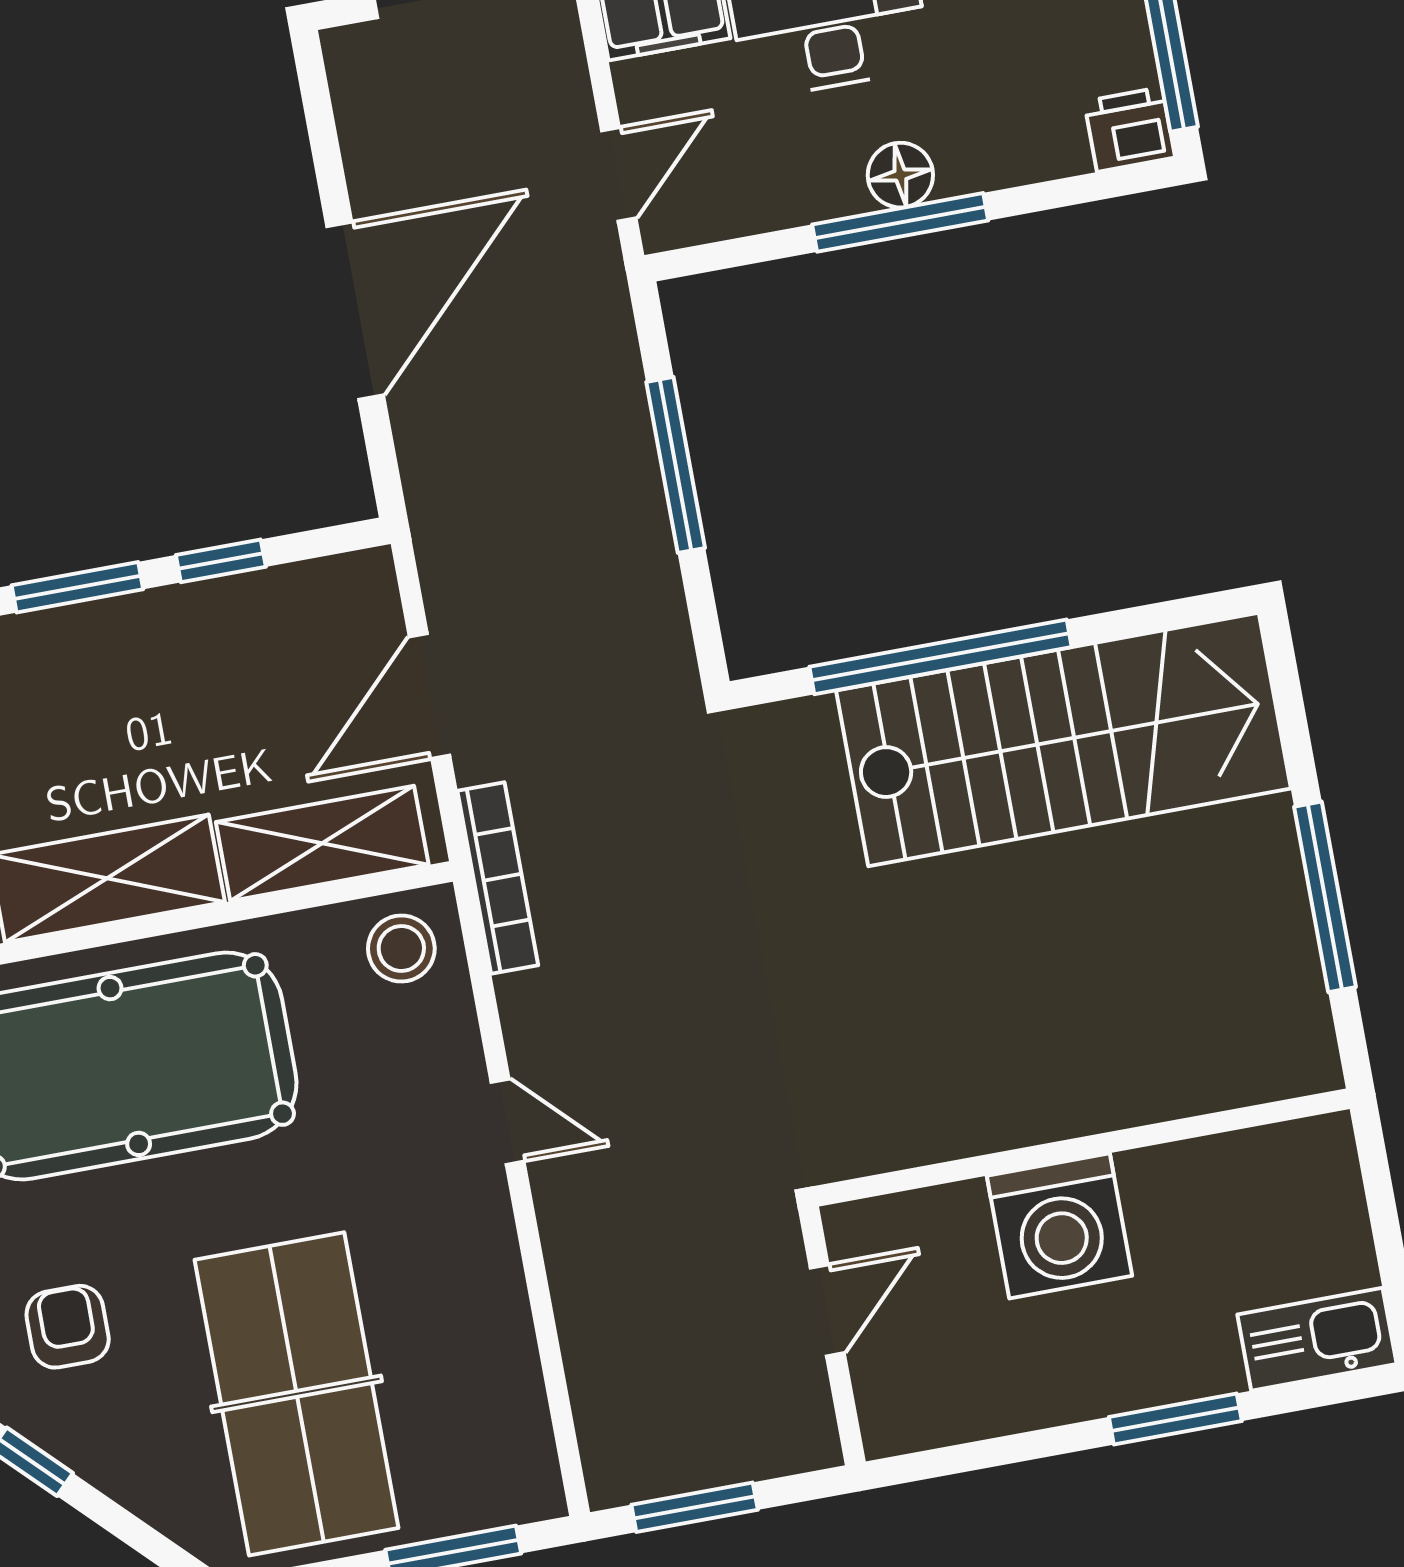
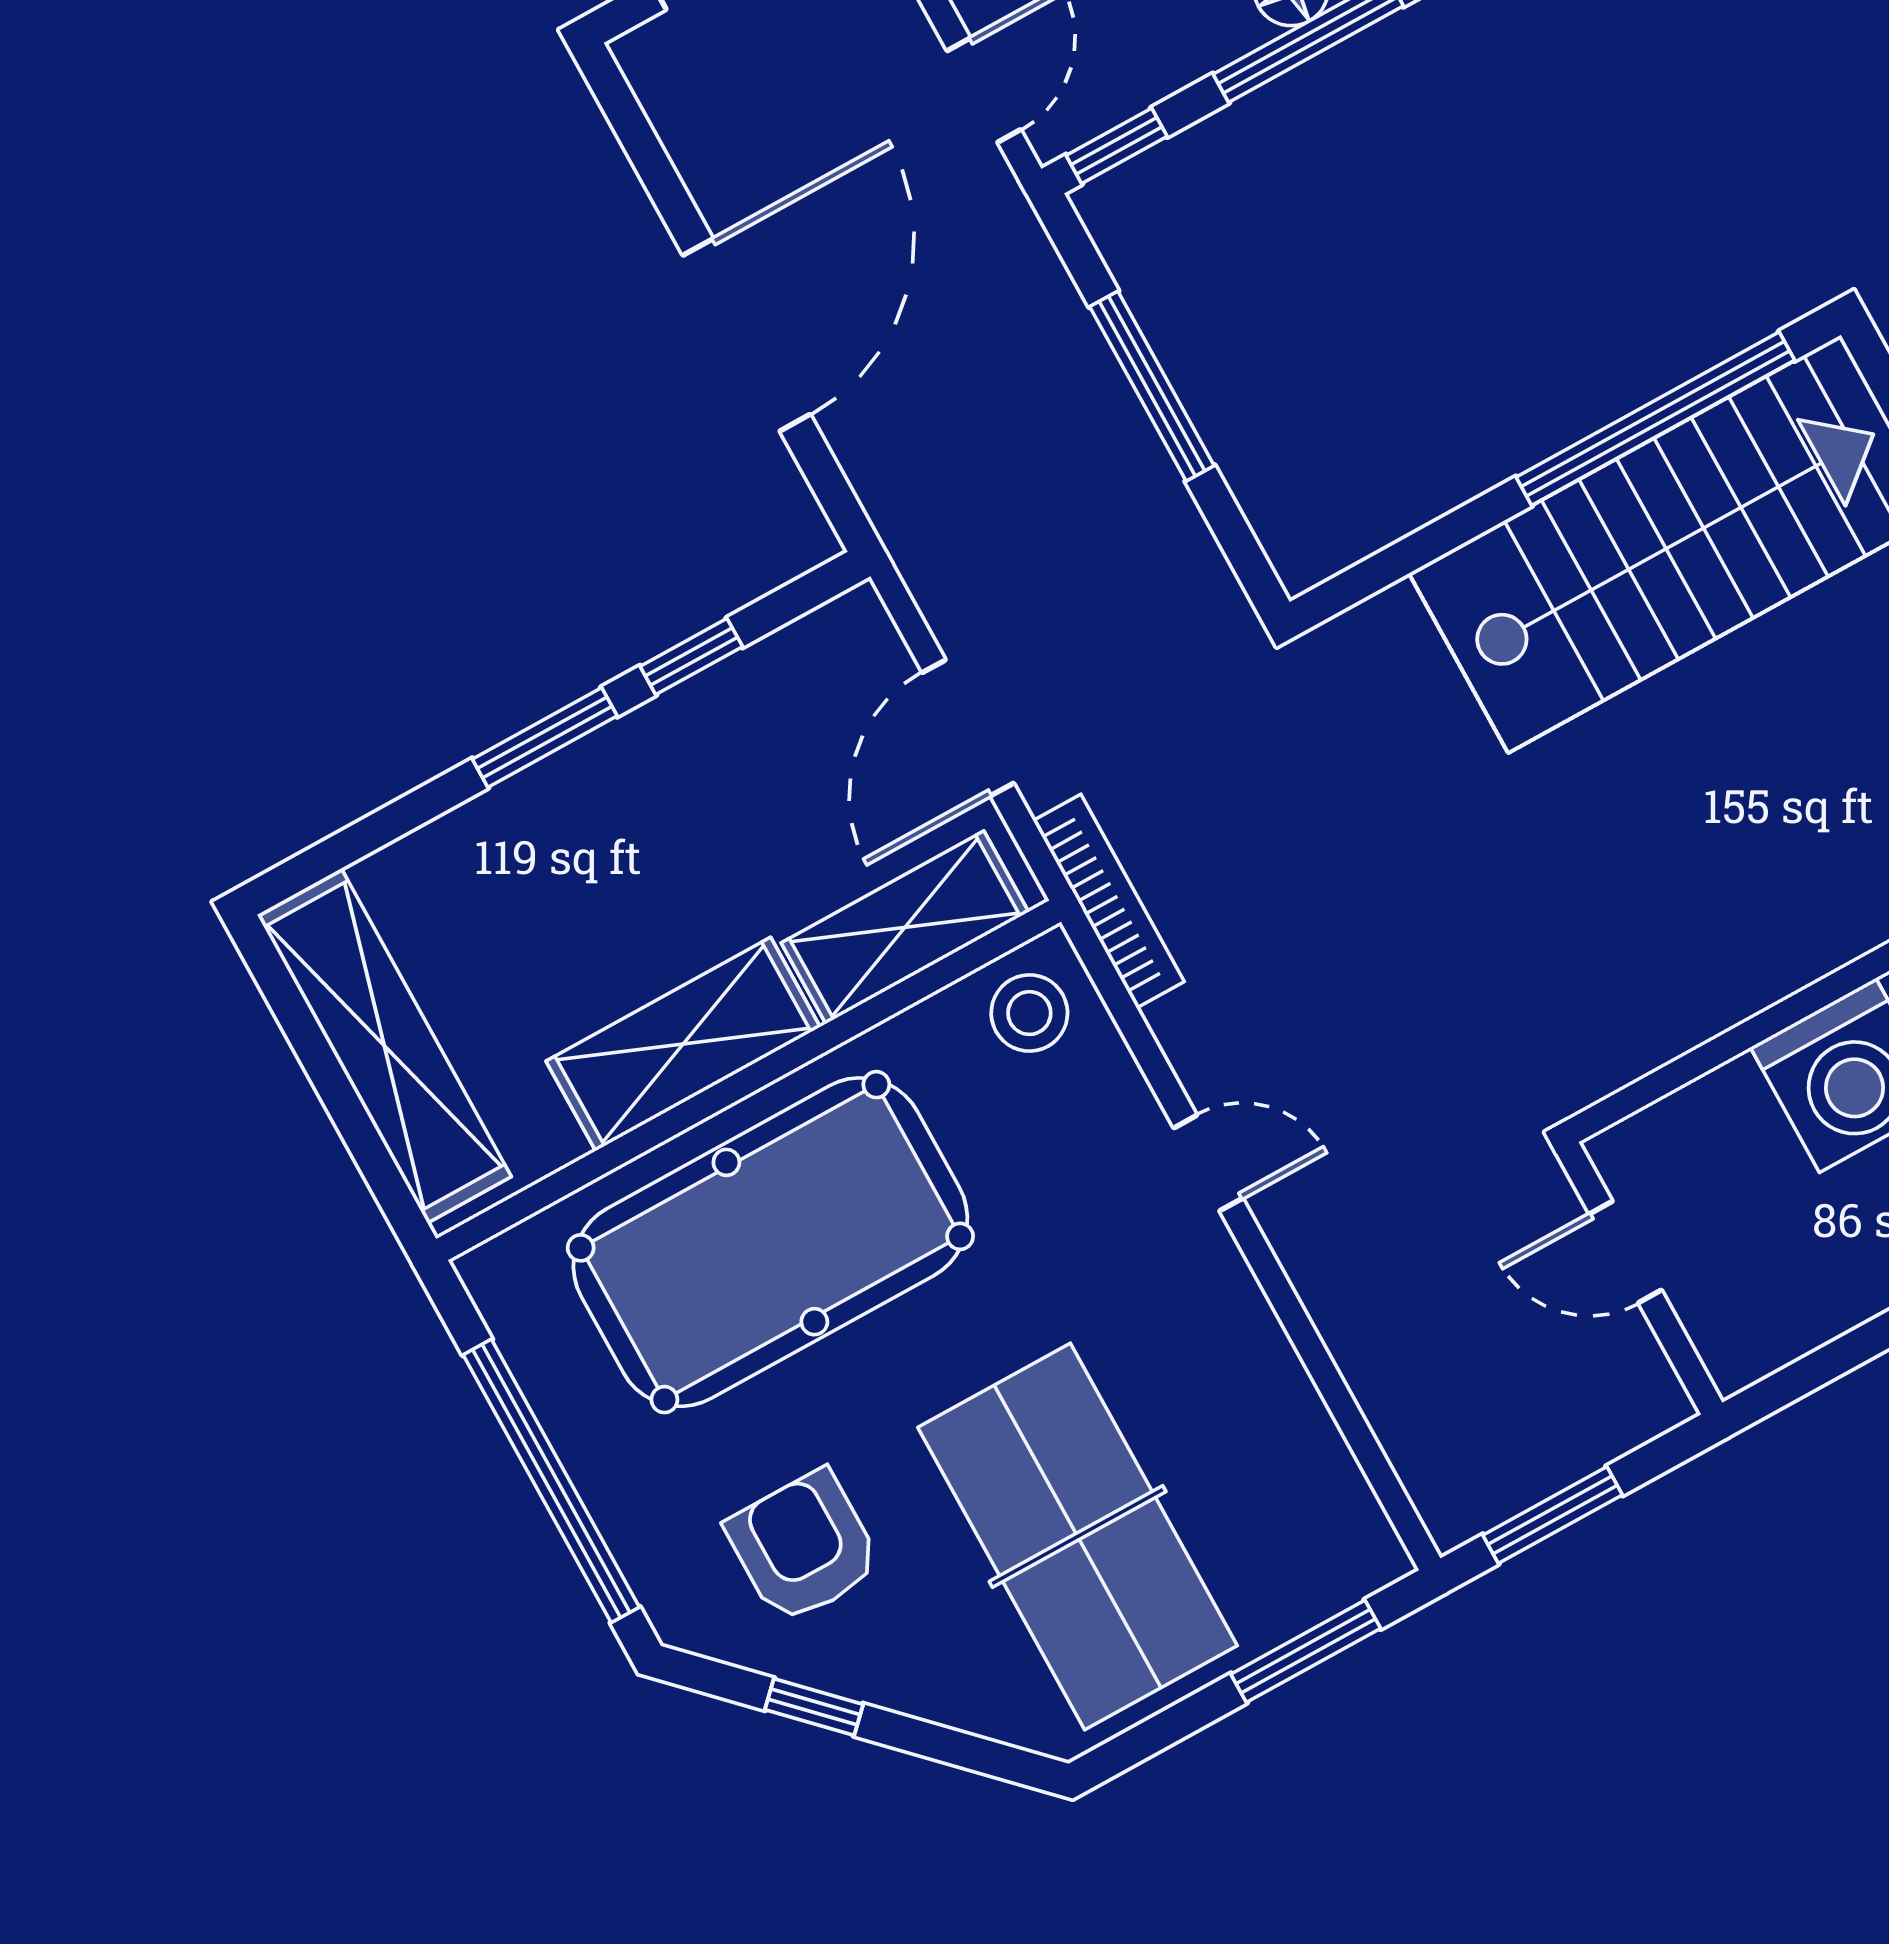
window: (713, 257) -> (1117, 146), added
window: (940, 657) -> (1655, 419), moved
door: (827, 1310) -> (1625, 1252), swing flipped
armchair: (68, 1327) -> (804, 1547), width x1.38, depth x1.38

